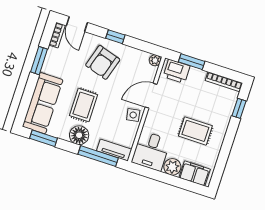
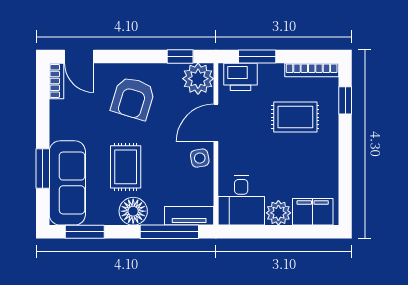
window: (115, 37) -> (180, 57), moved
plant: (155, 60) -> (198, 79), width x1.88, depth x1.88
window: (39, 61) -> (43, 168), moved
rug: (195, 131) -> (295, 117), moved

